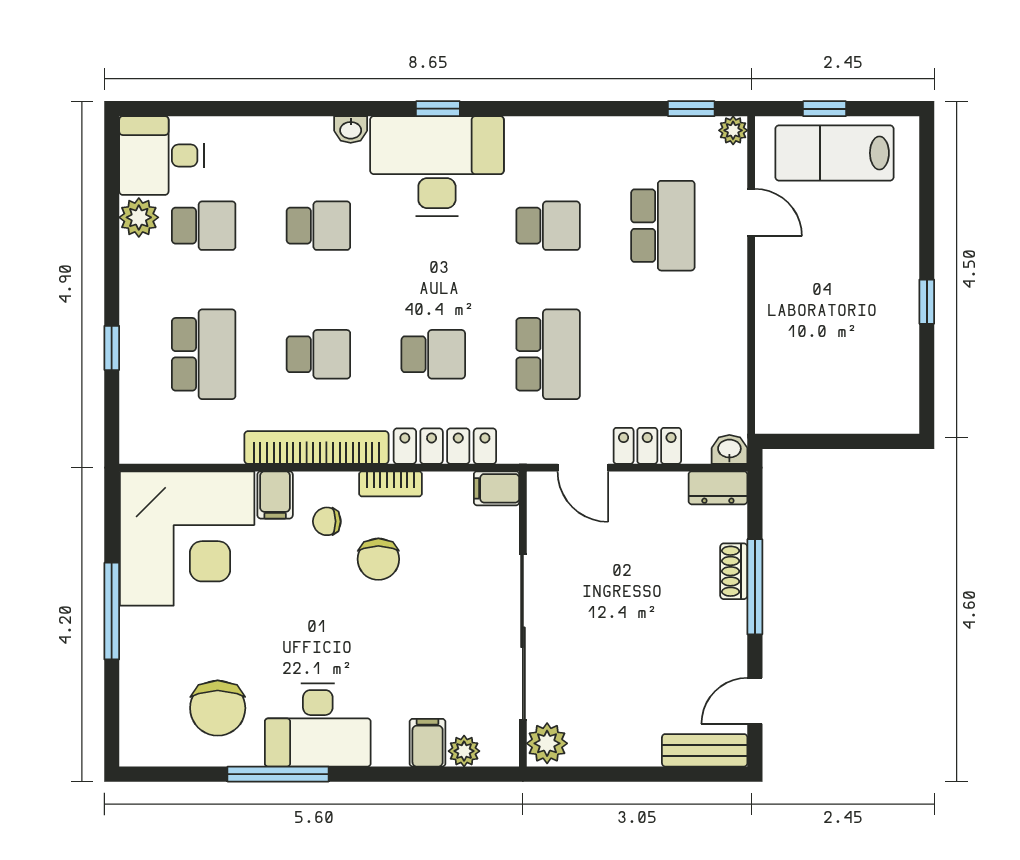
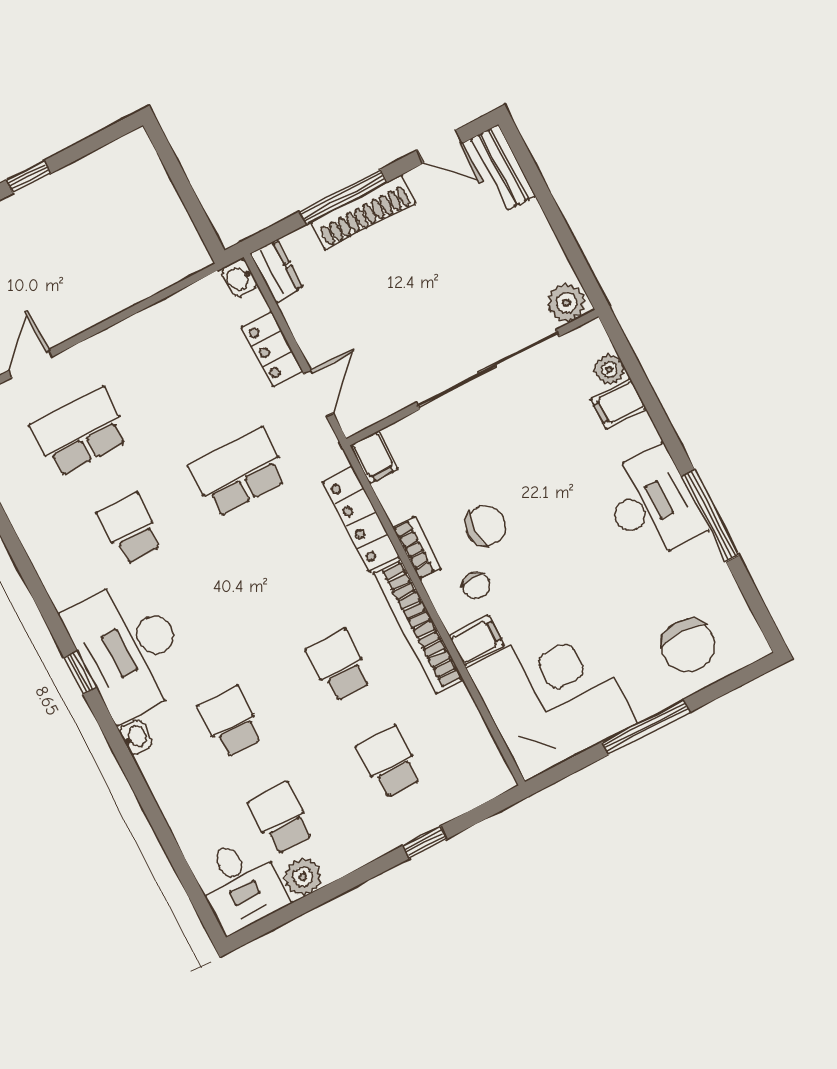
school desk: (204, 354) -> (389, 762), width x0.54
school desk: (433, 354) -> (289, 569), removed
shoe rack: (734, 571) -> (363, 212), width x1.94, depth x1.24
chair: (218, 708) -> (688, 646), moved, turned 90

